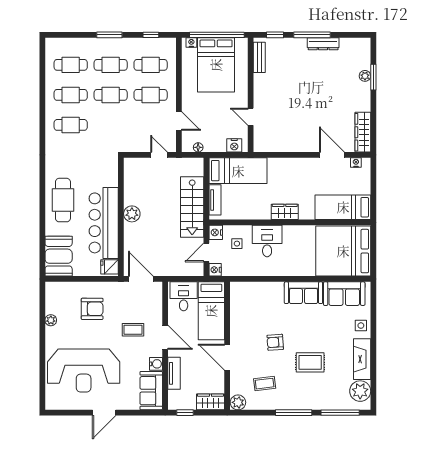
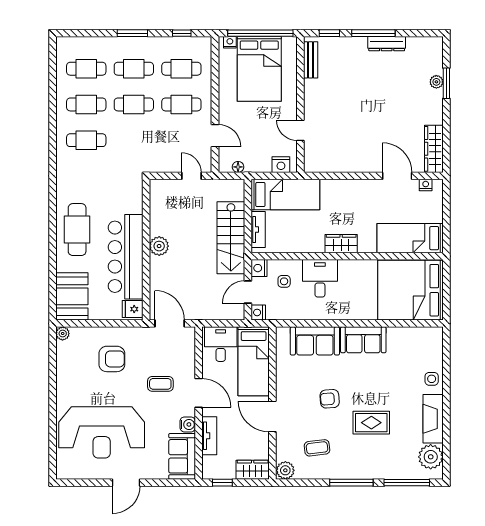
sofa: (344, 294) -> (315, 341), moved
plant: (51, 320) -> (63, 334), moved

